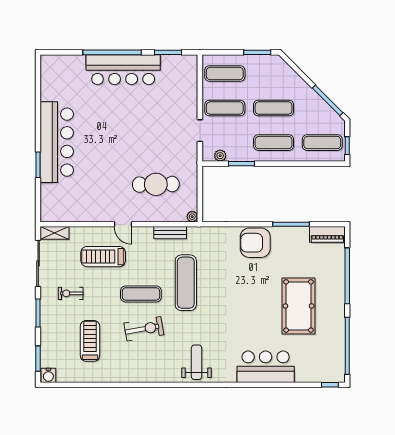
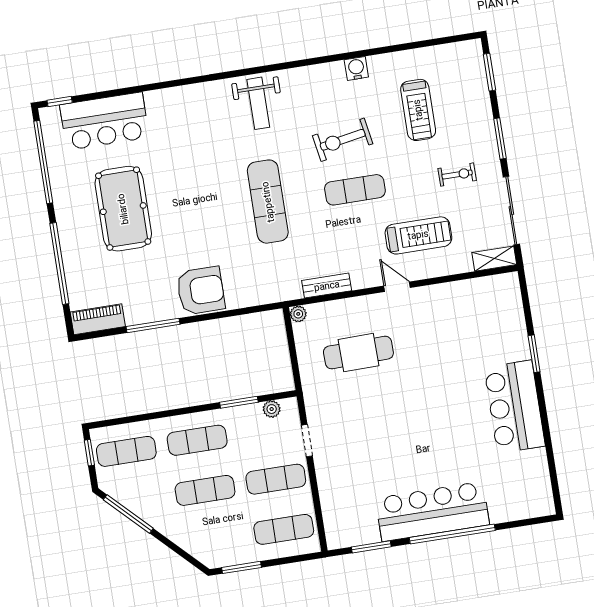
bar counter: (57, 142) -> (515, 407), width x0.73
exercise mat: (186, 283) -> (268, 202), moved
bar counter: (266, 367) -> (104, 121), moved
water cooler: (48, 375) -> (356, 68), moved

